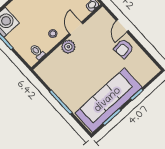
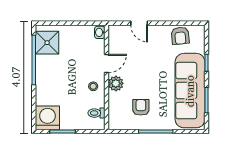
door: (76, 29) -> (107, 63), swing flipped
armchair: (124, 49) -> (180, 36), moved
armchair: (68, 78) -> (141, 107), added

